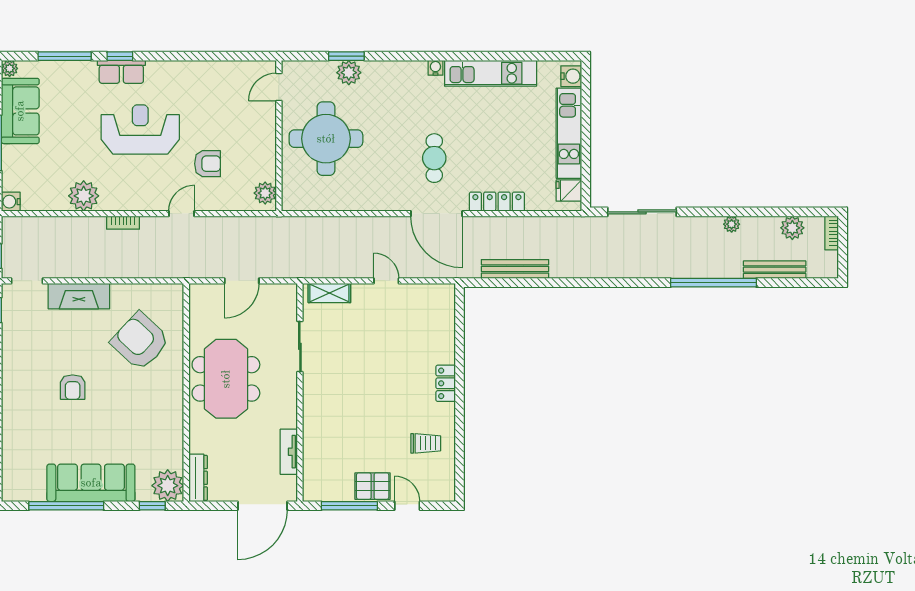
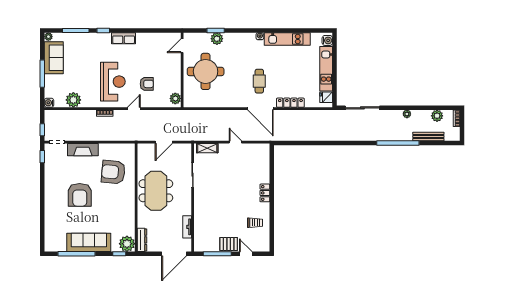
row of seats: (121, 72) -> (124, 38), moved
reception desk: (140, 129) -> (113, 82), moved, turned 90
plant: (84, 196) -> (73, 100), moved
bench: (515, 269) -> (299, 136), removed
armchair: (140, 341) -> (113, 172), turned -38
armchair: (73, 387) -> (80, 195), width x1.88, depth x1.88

